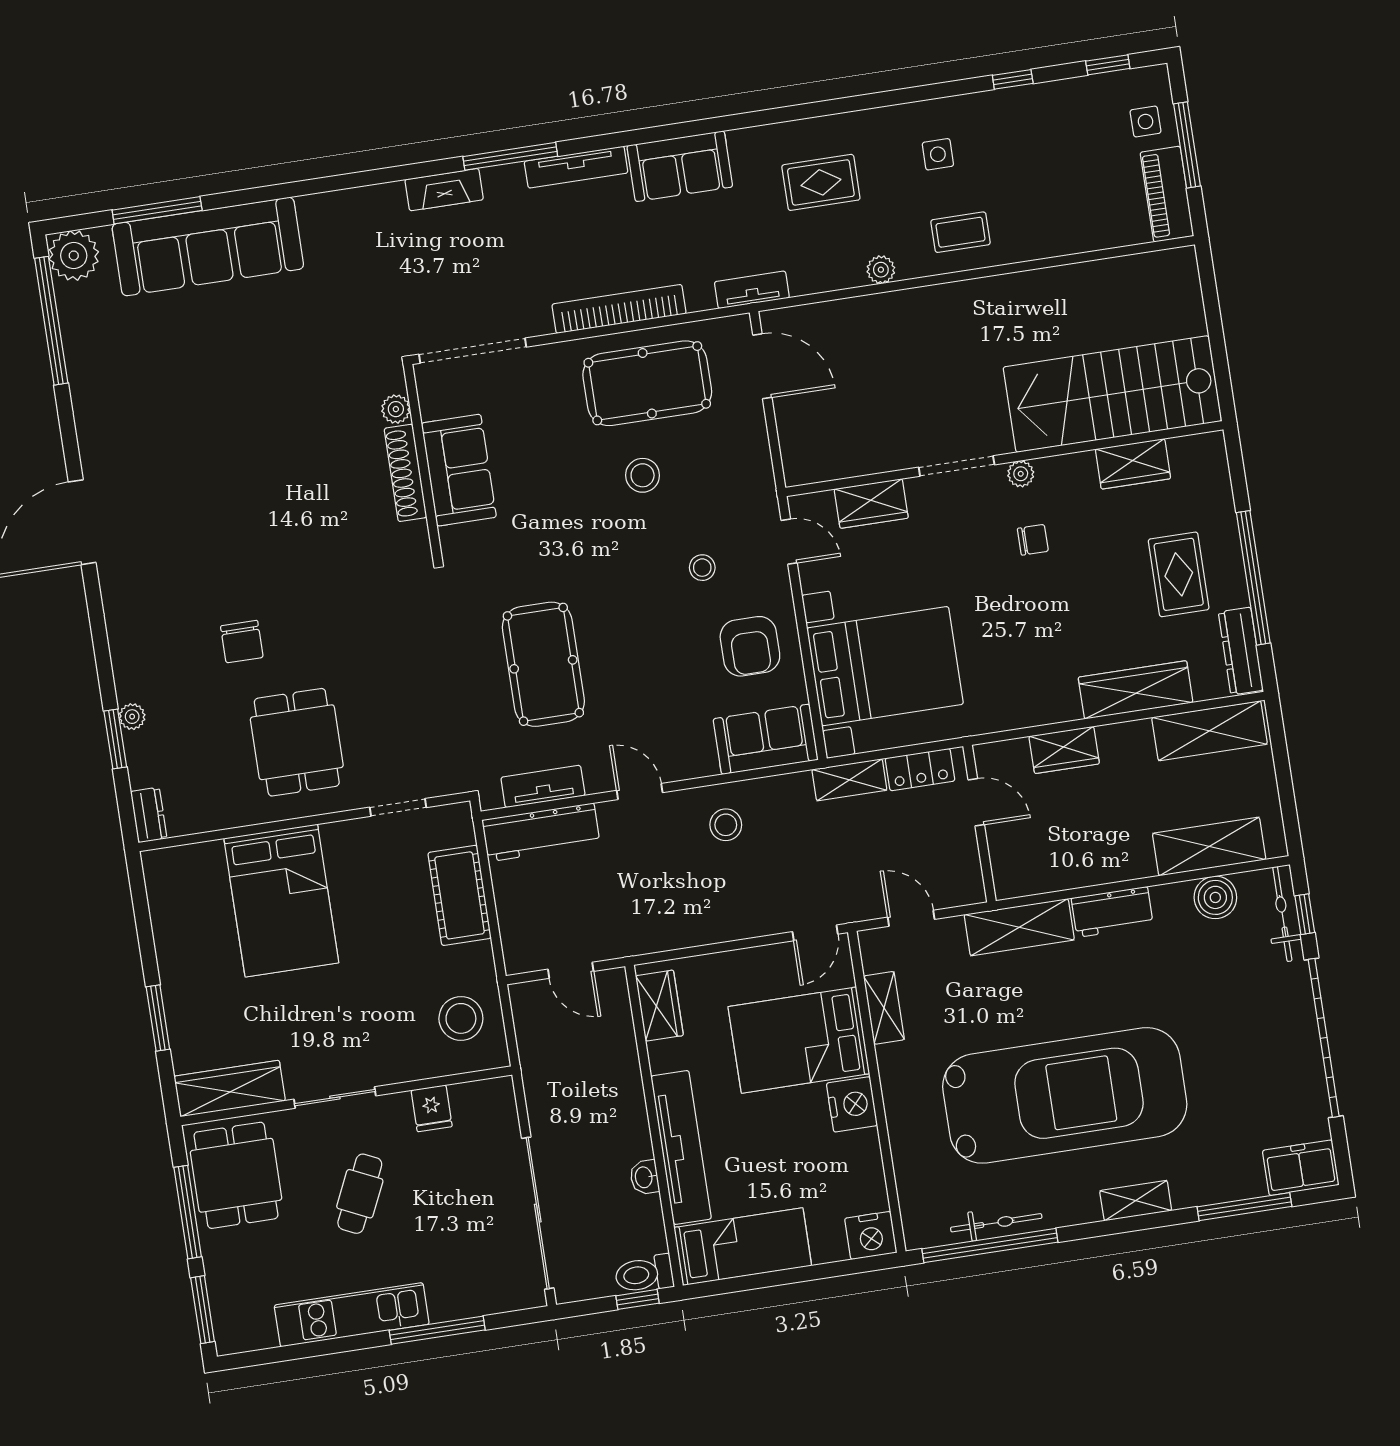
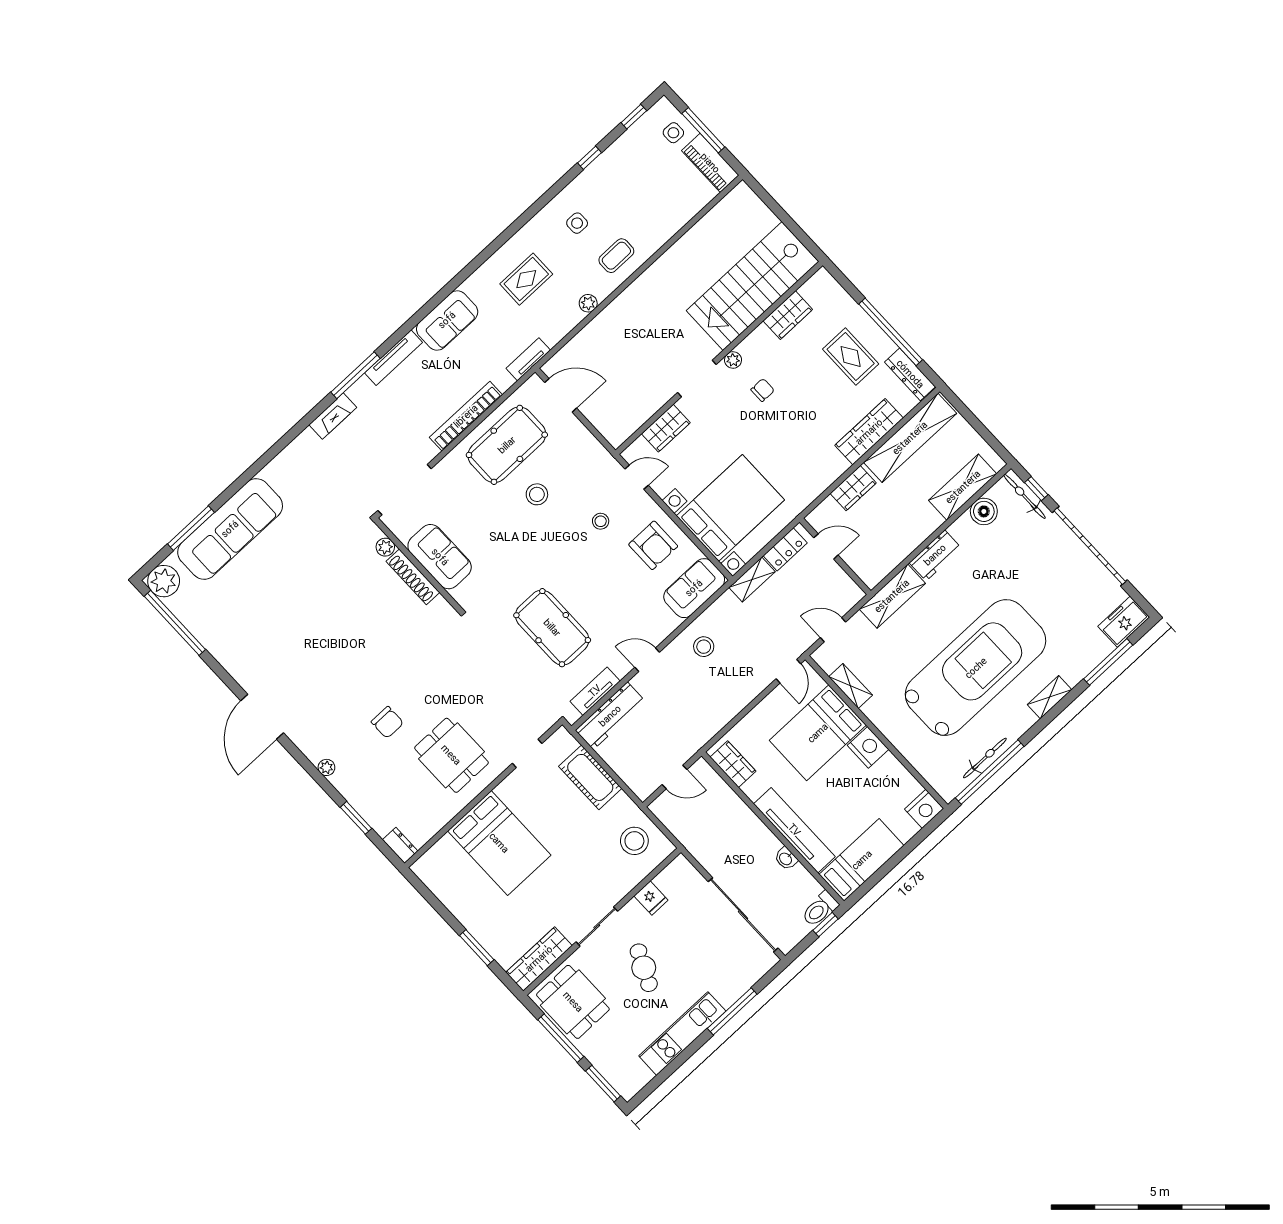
plant: (132, 717) -> (326, 767), moved
shelving: (1210, 731) -> (910, 438), width x1.47

